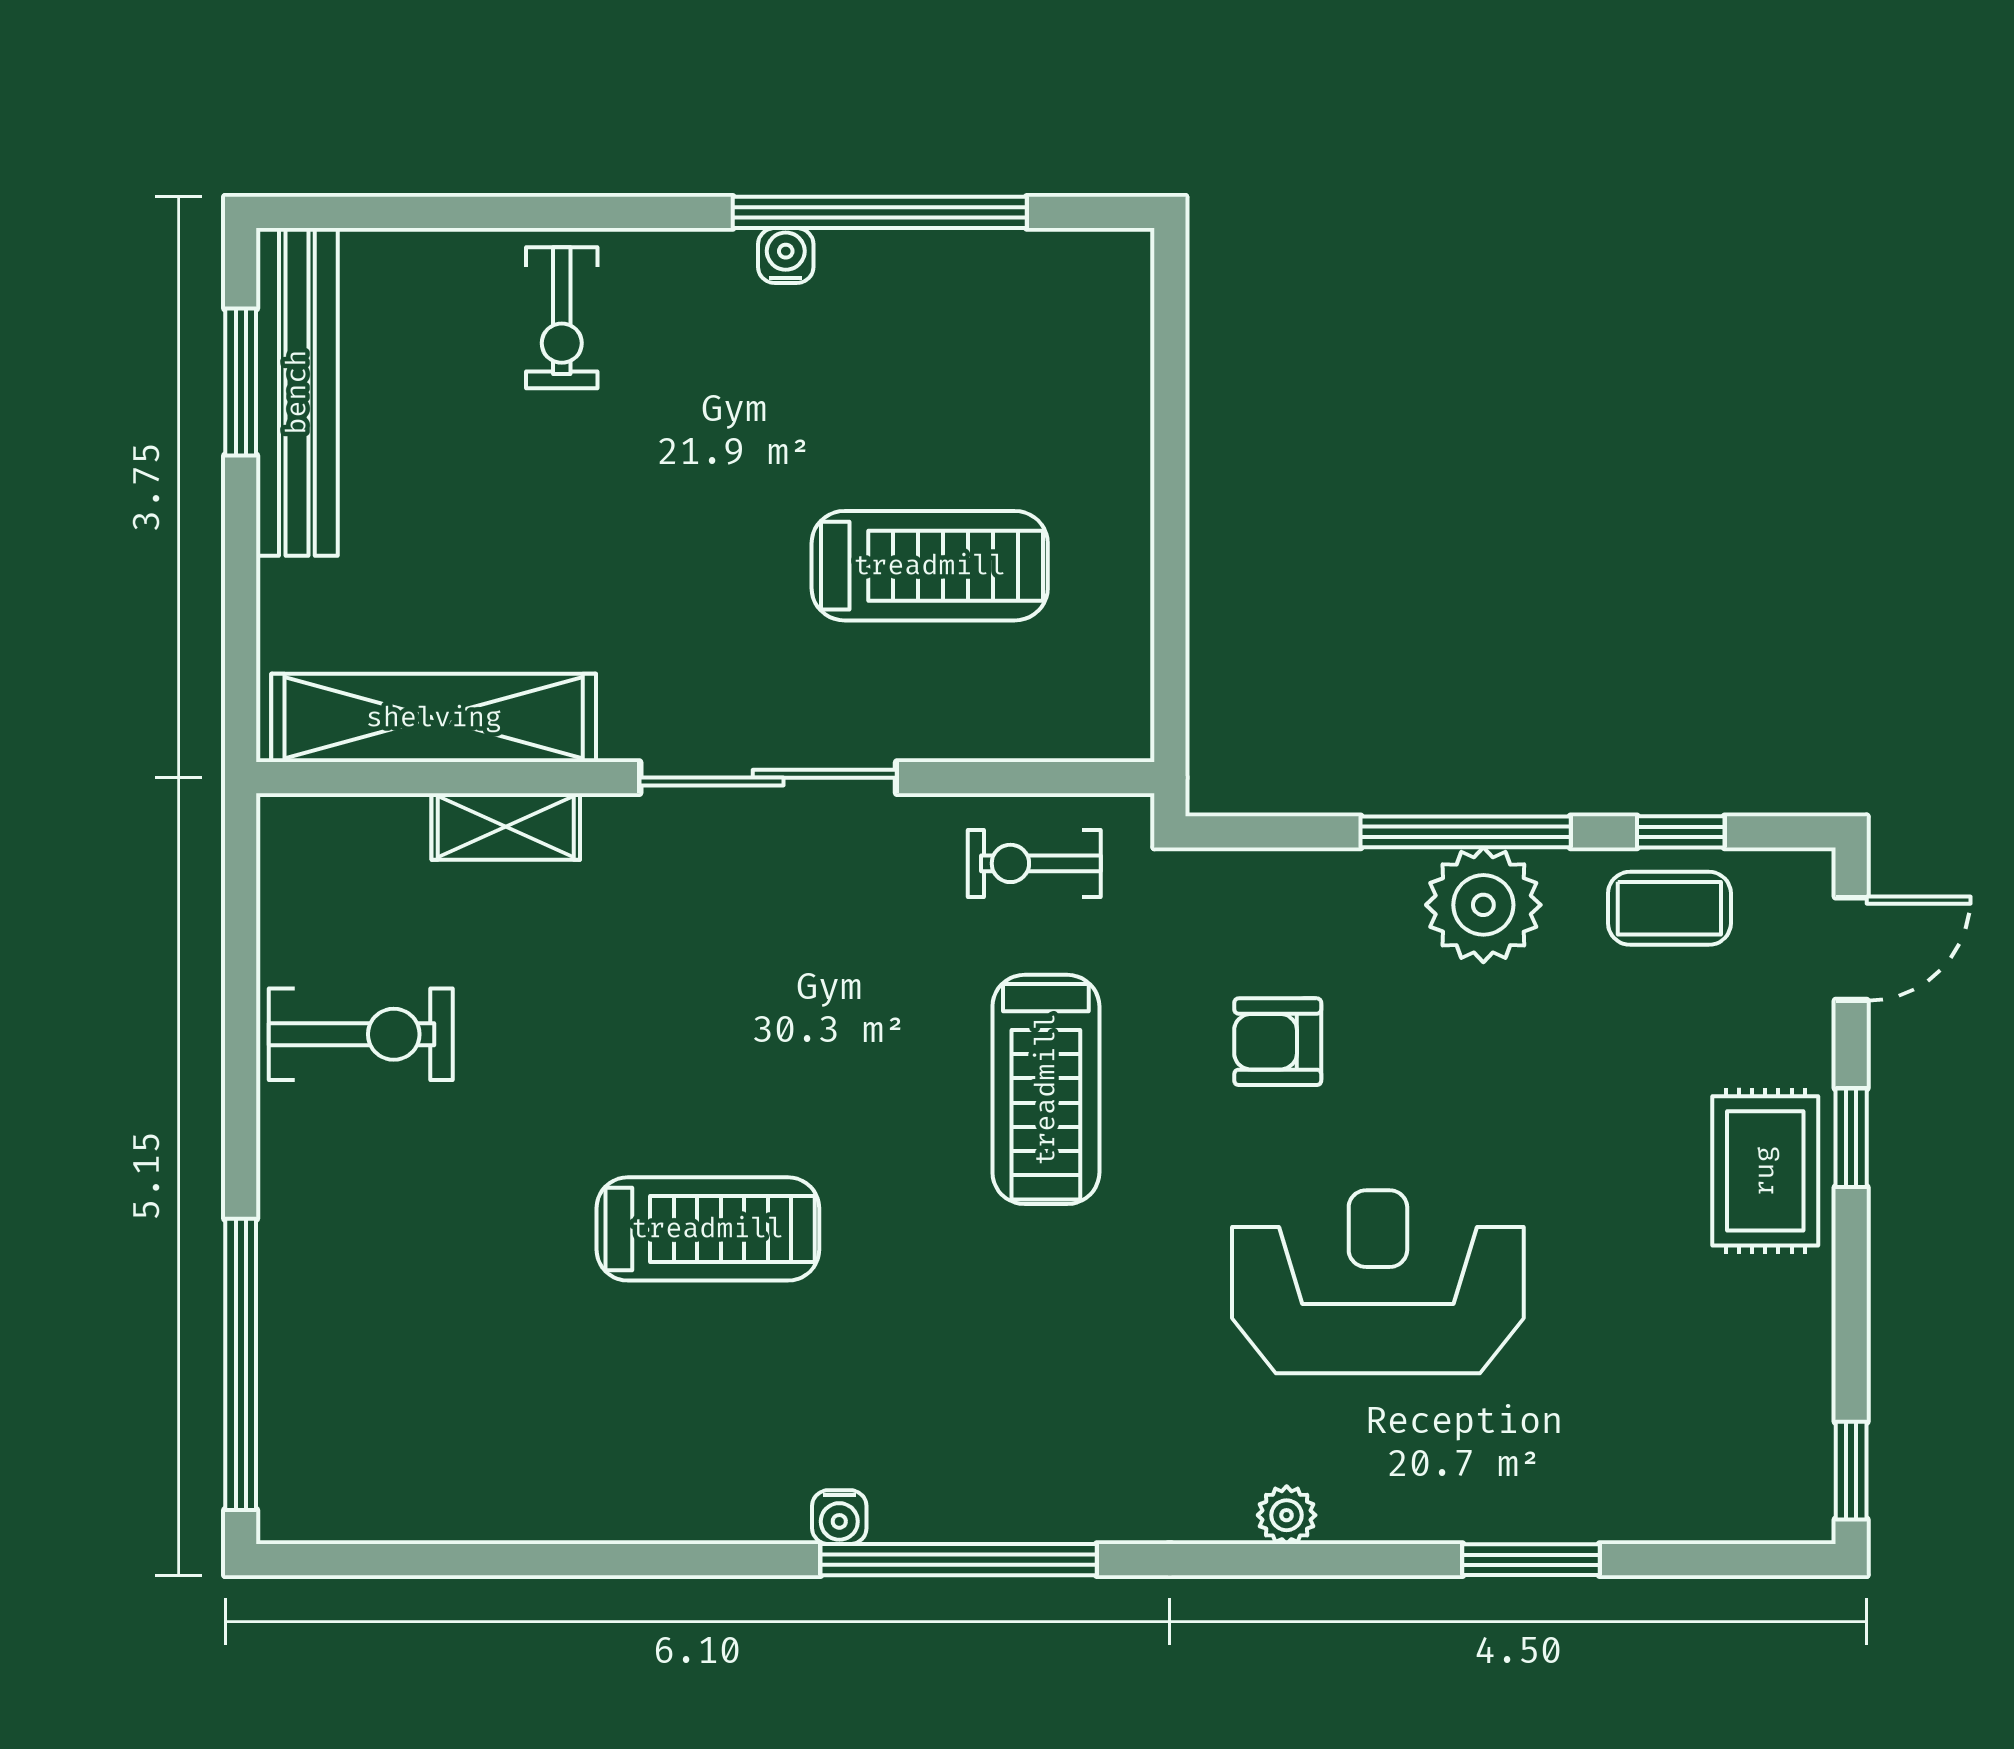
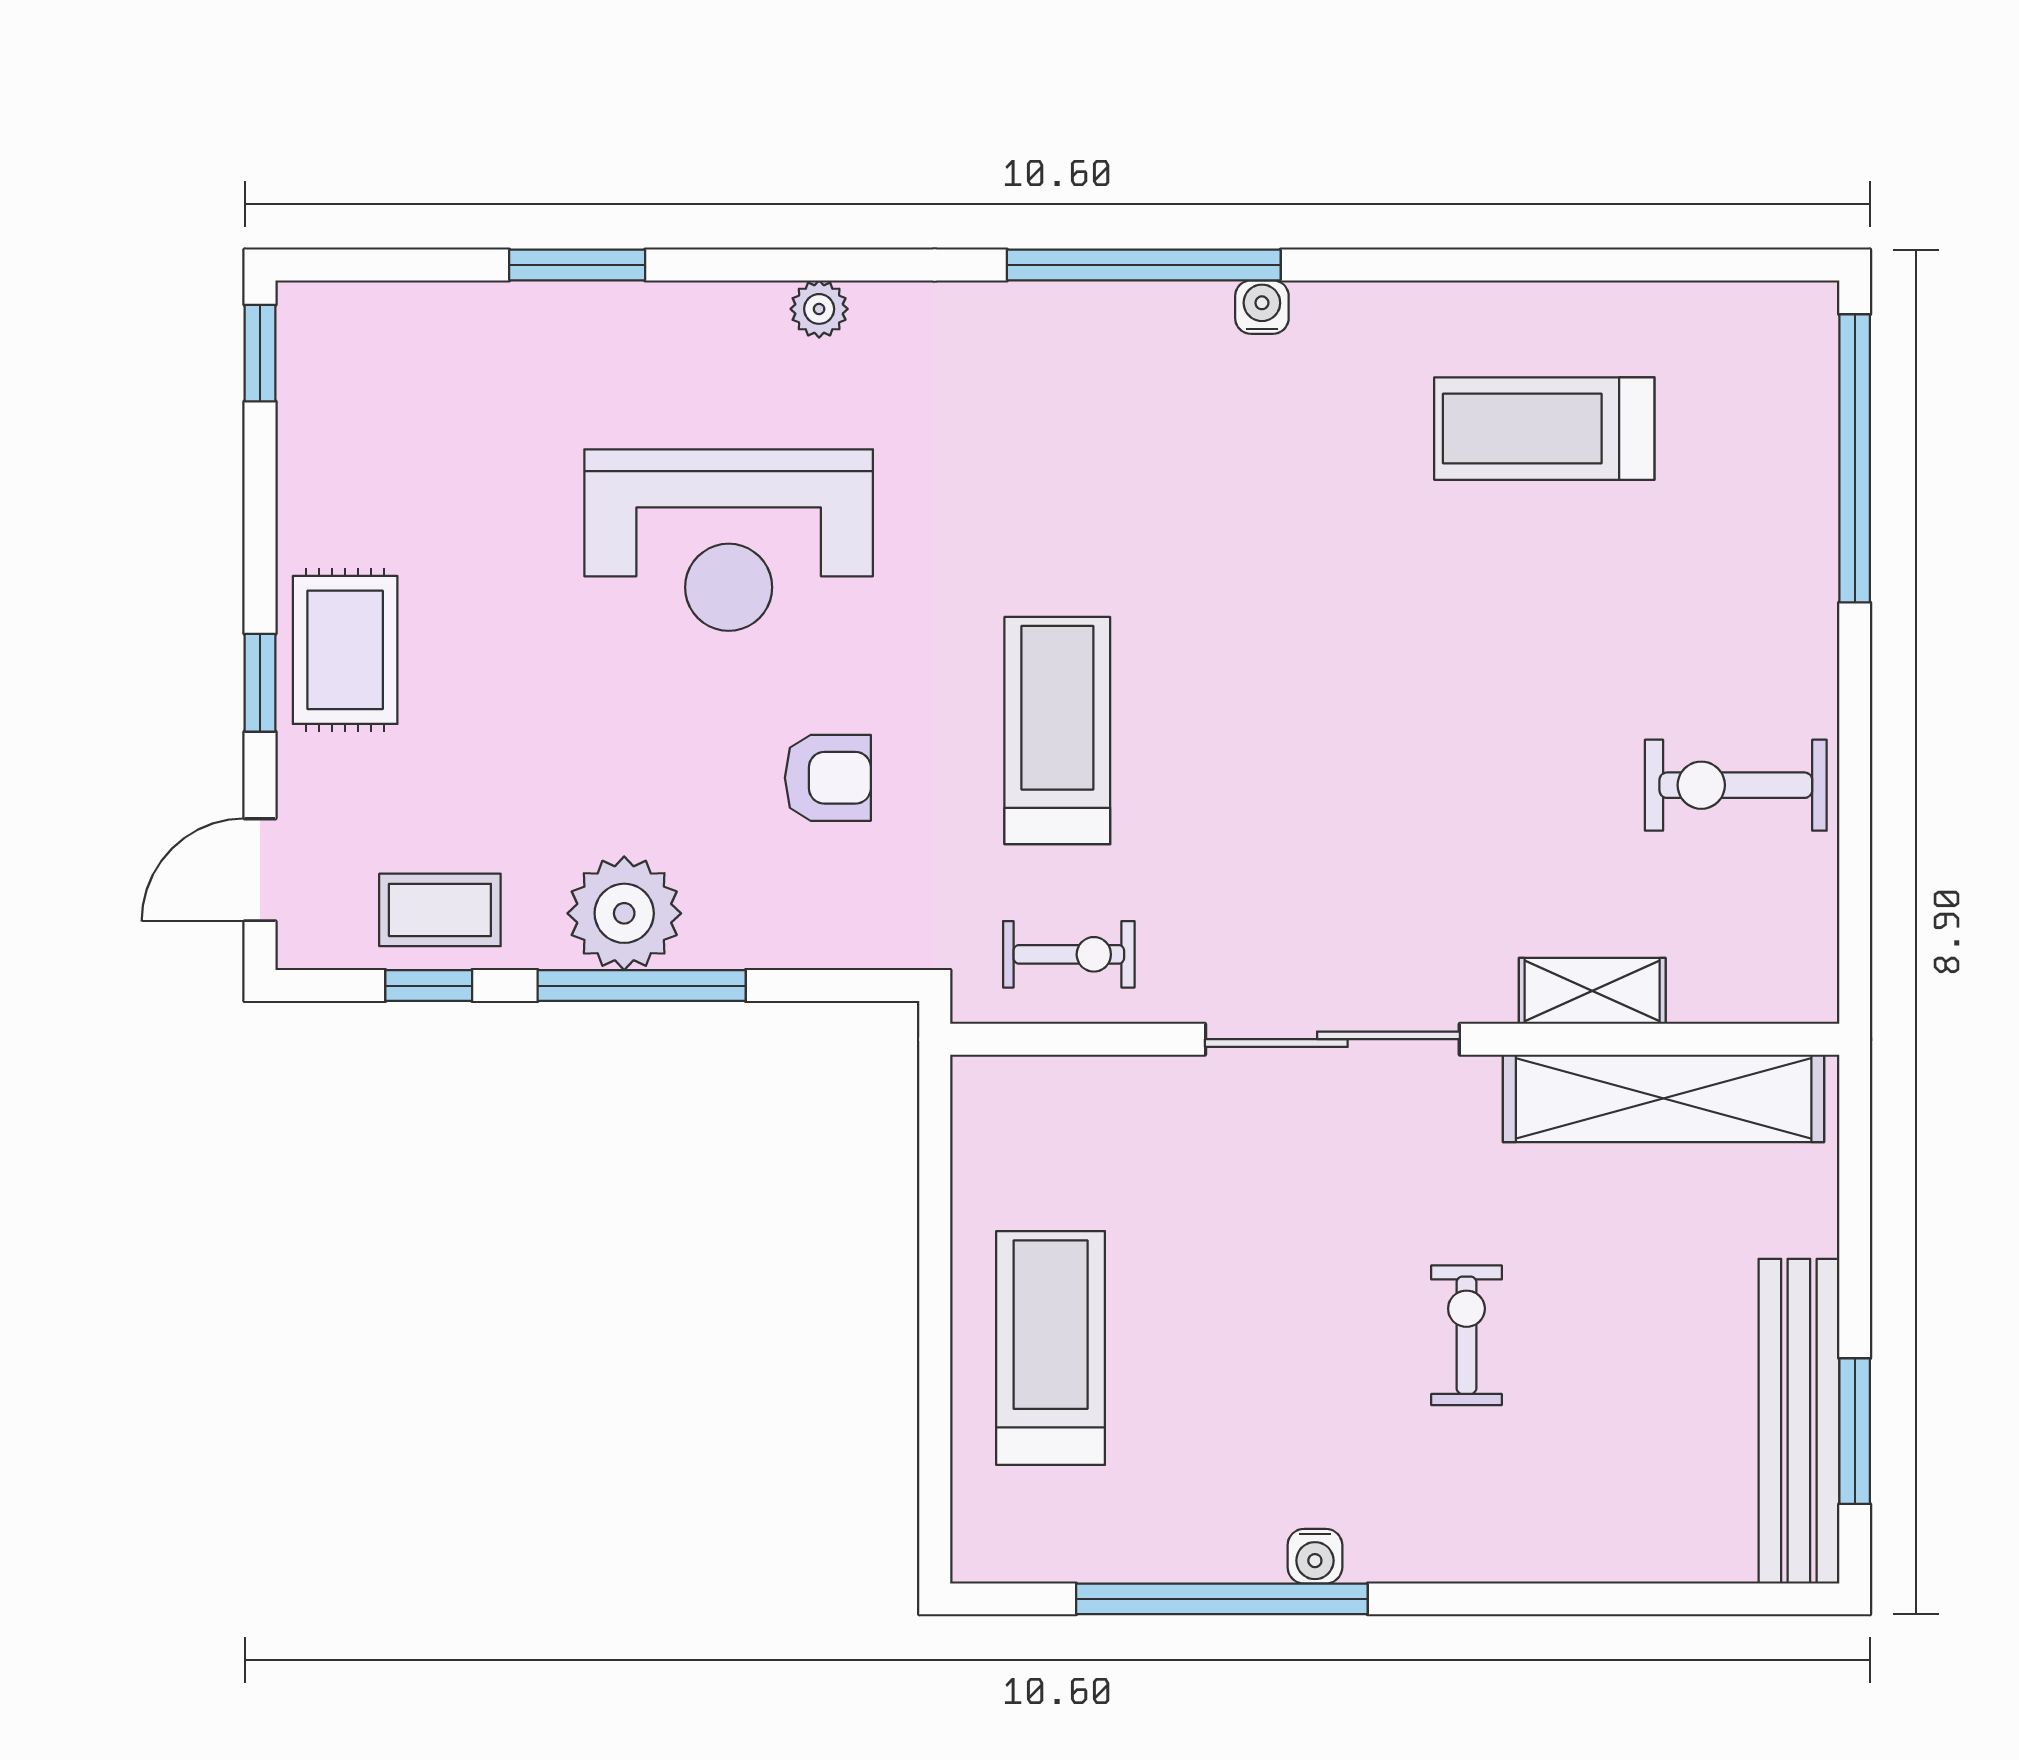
exercise bike: (562, 318) -> (1466, 1335), moved
treadmill: (930, 566) -> (1051, 1348), moved, turned 90
treadmill: (708, 1229) -> (1544, 429), moved

